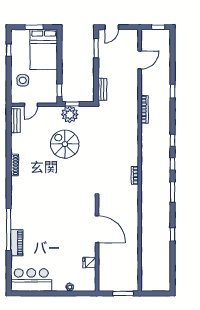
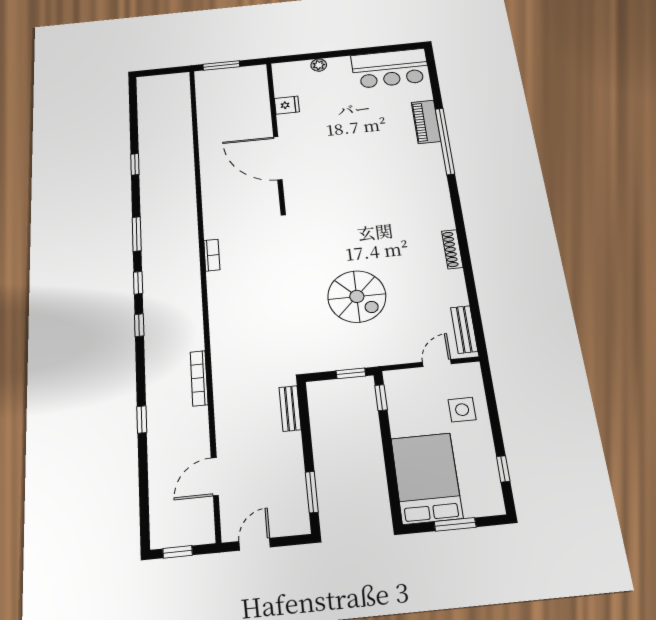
door: (112, 27) -> (255, 544), moved
plant: (70, 114) -> (353, 353), removed

